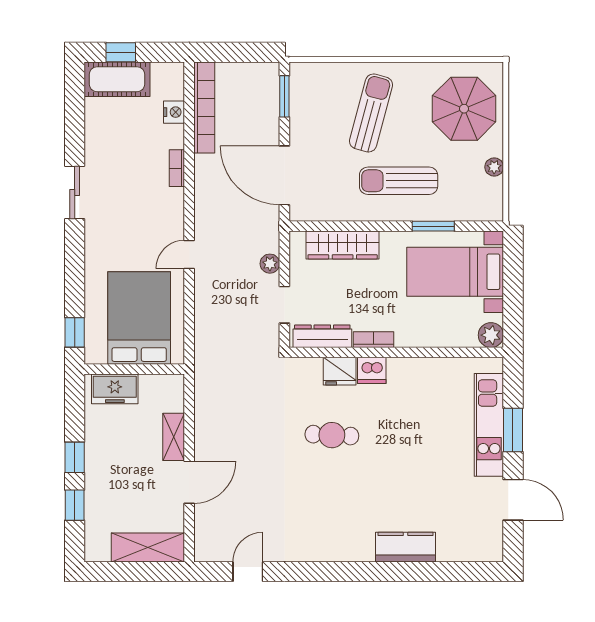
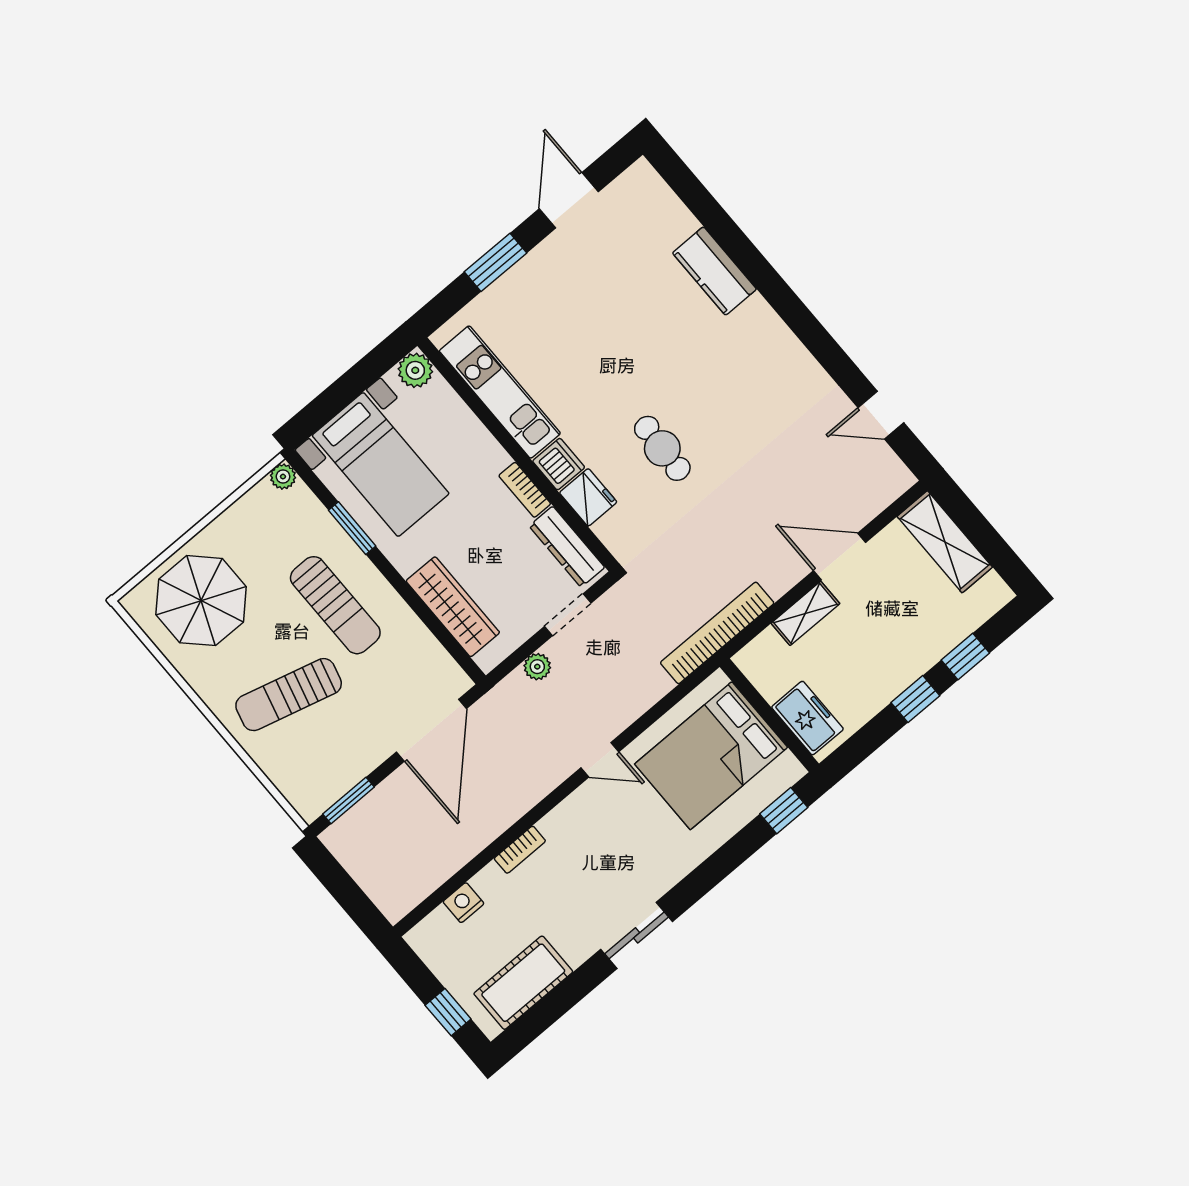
cot: (117, 79) -> (523, 983), moved, turned 90
bookcase: (204, 107) -> (717, 633), moved
plant: (494, 167) -> (283, 477), moved
kitchen unit: (489, 425) -> (500, 392), moved, turned -90

